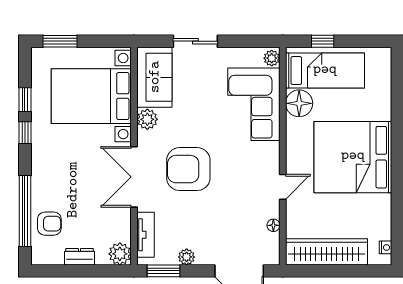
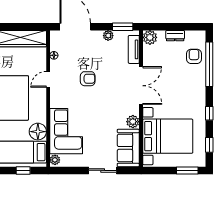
window: (25, 100) -> (209, 145), moved
armchair: (188, 169) -> (88, 79), moved, width x0.53, depth x0.53
armchair: (49, 224) -> (194, 56), turned 90

